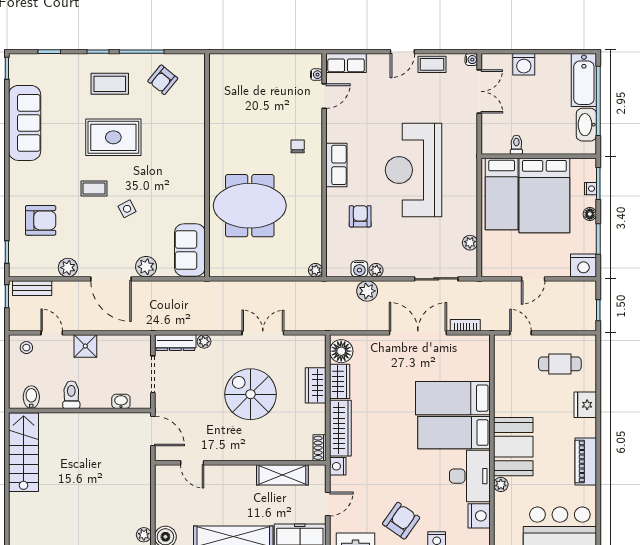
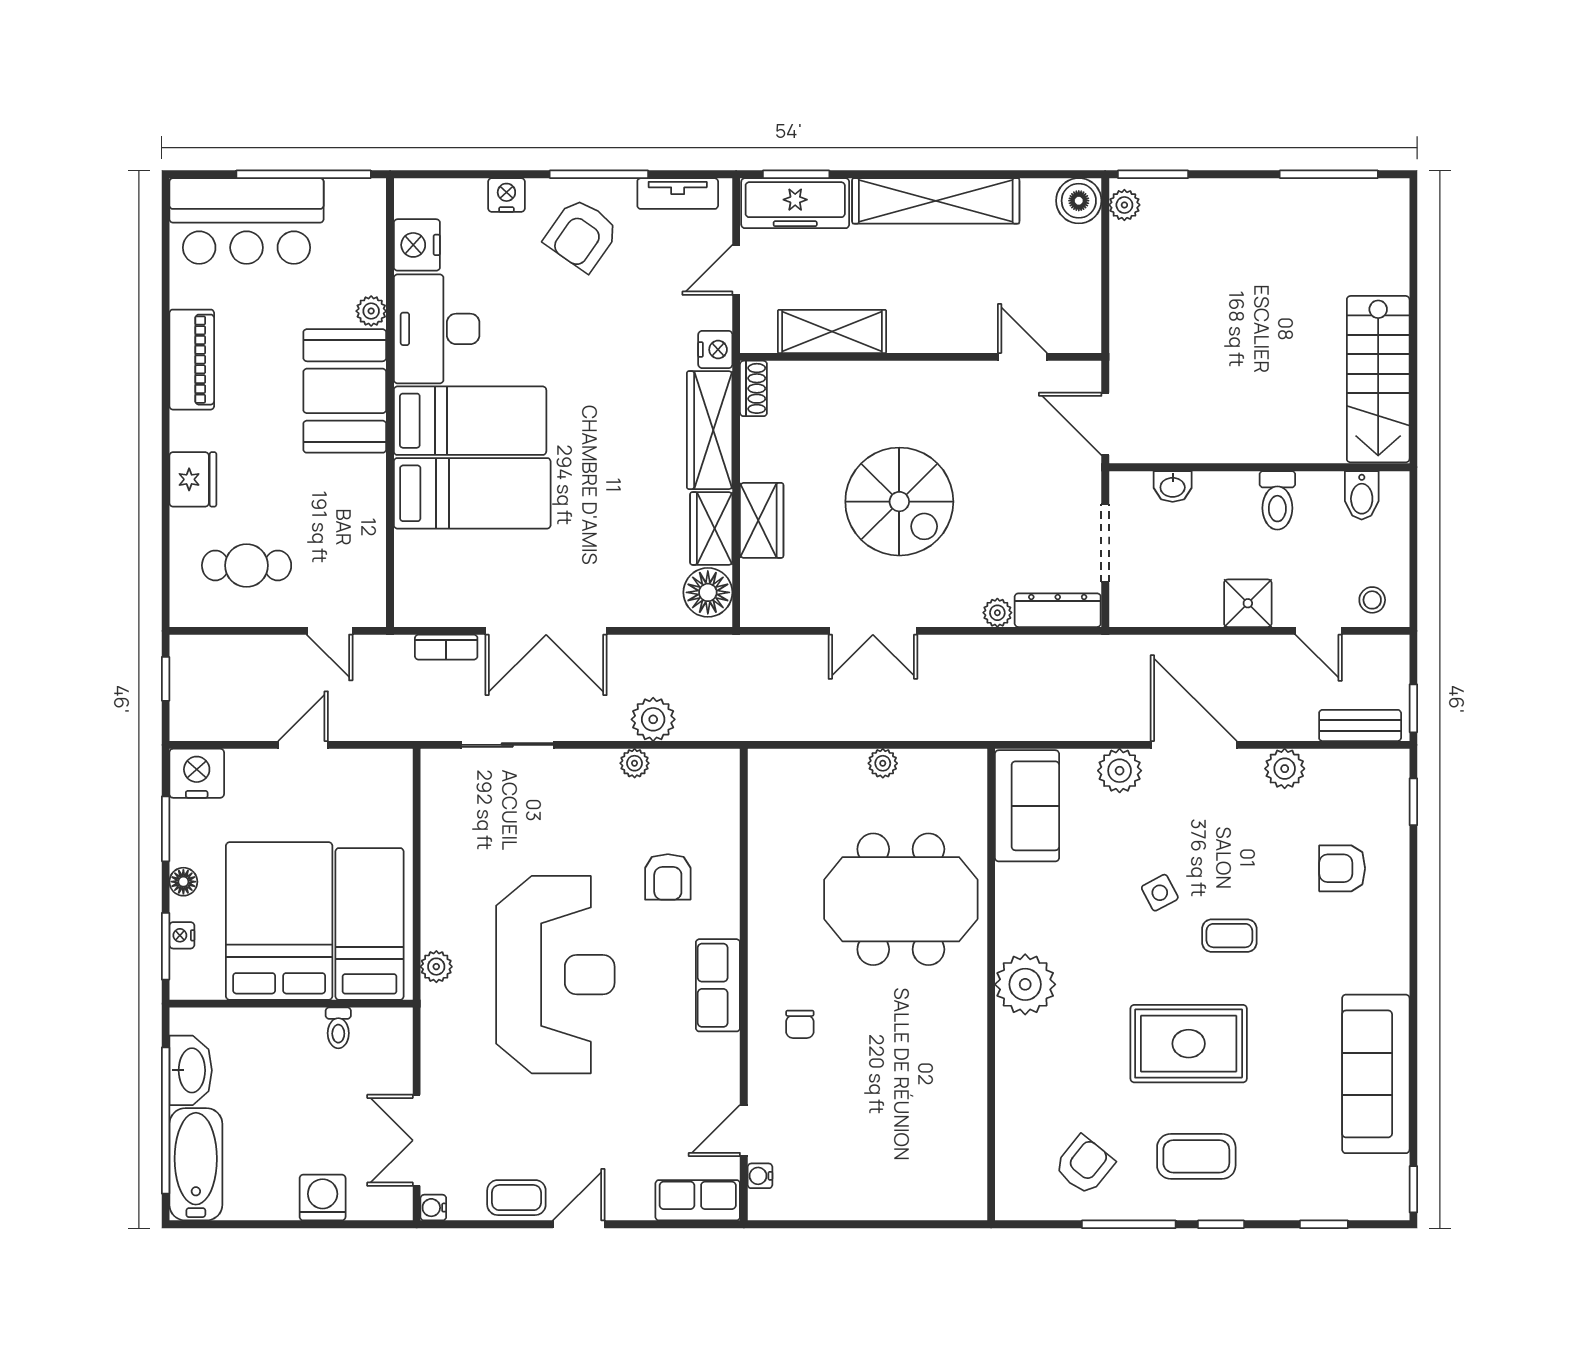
plant: (191, 165) -> (1025, 984), added
armchair: (41, 220) -> (1342, 868), width x0.72, depth x0.72
plant: (470, 243) -> (436, 967), moved
water cooler: (359, 269) -> (669, 766), removed
plant: (315, 270) -> (883, 763), moved

